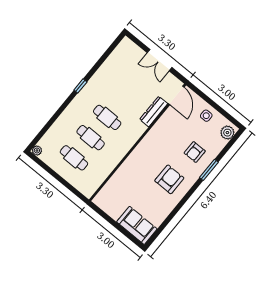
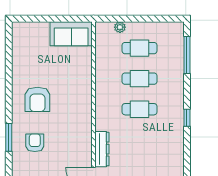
window: (46, 127) -> (187, 55), added
plant: (37, 151) -> (120, 27), moved
sofa: (137, 225) -> (71, 34), moved

